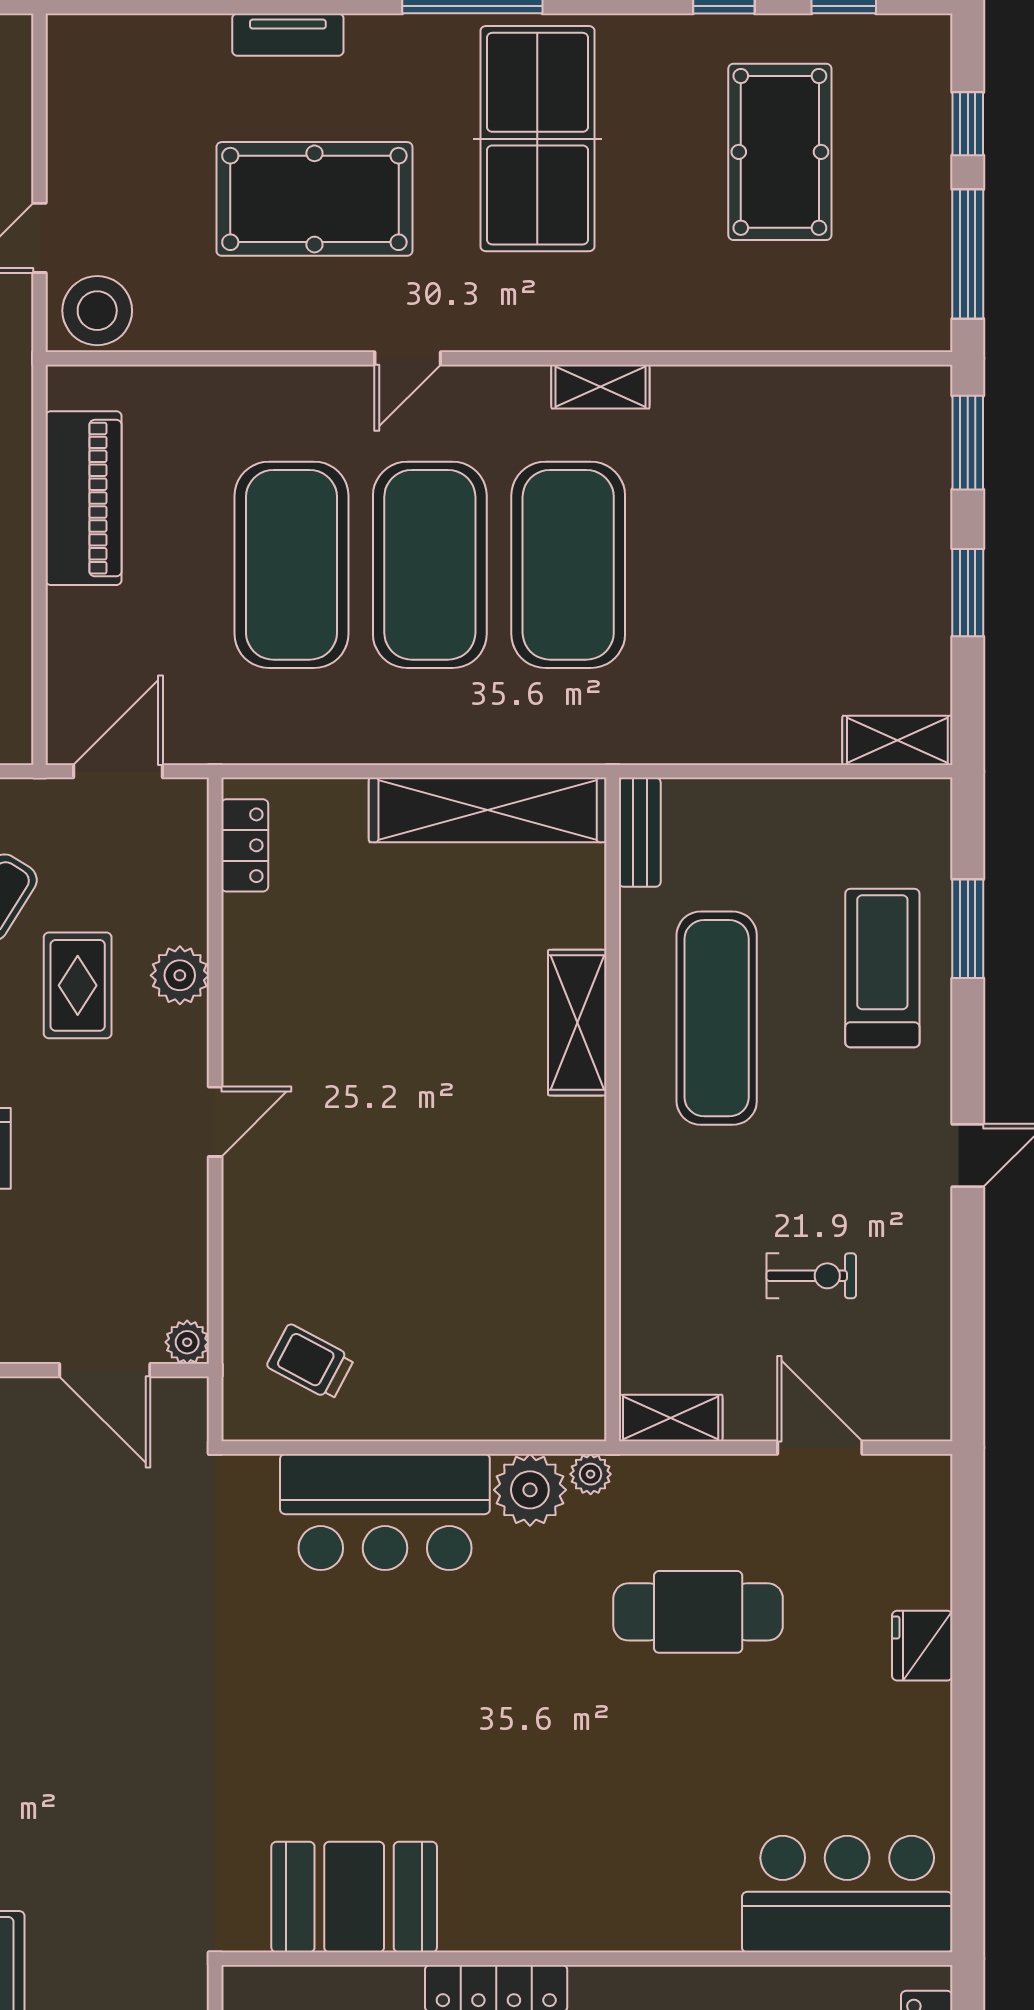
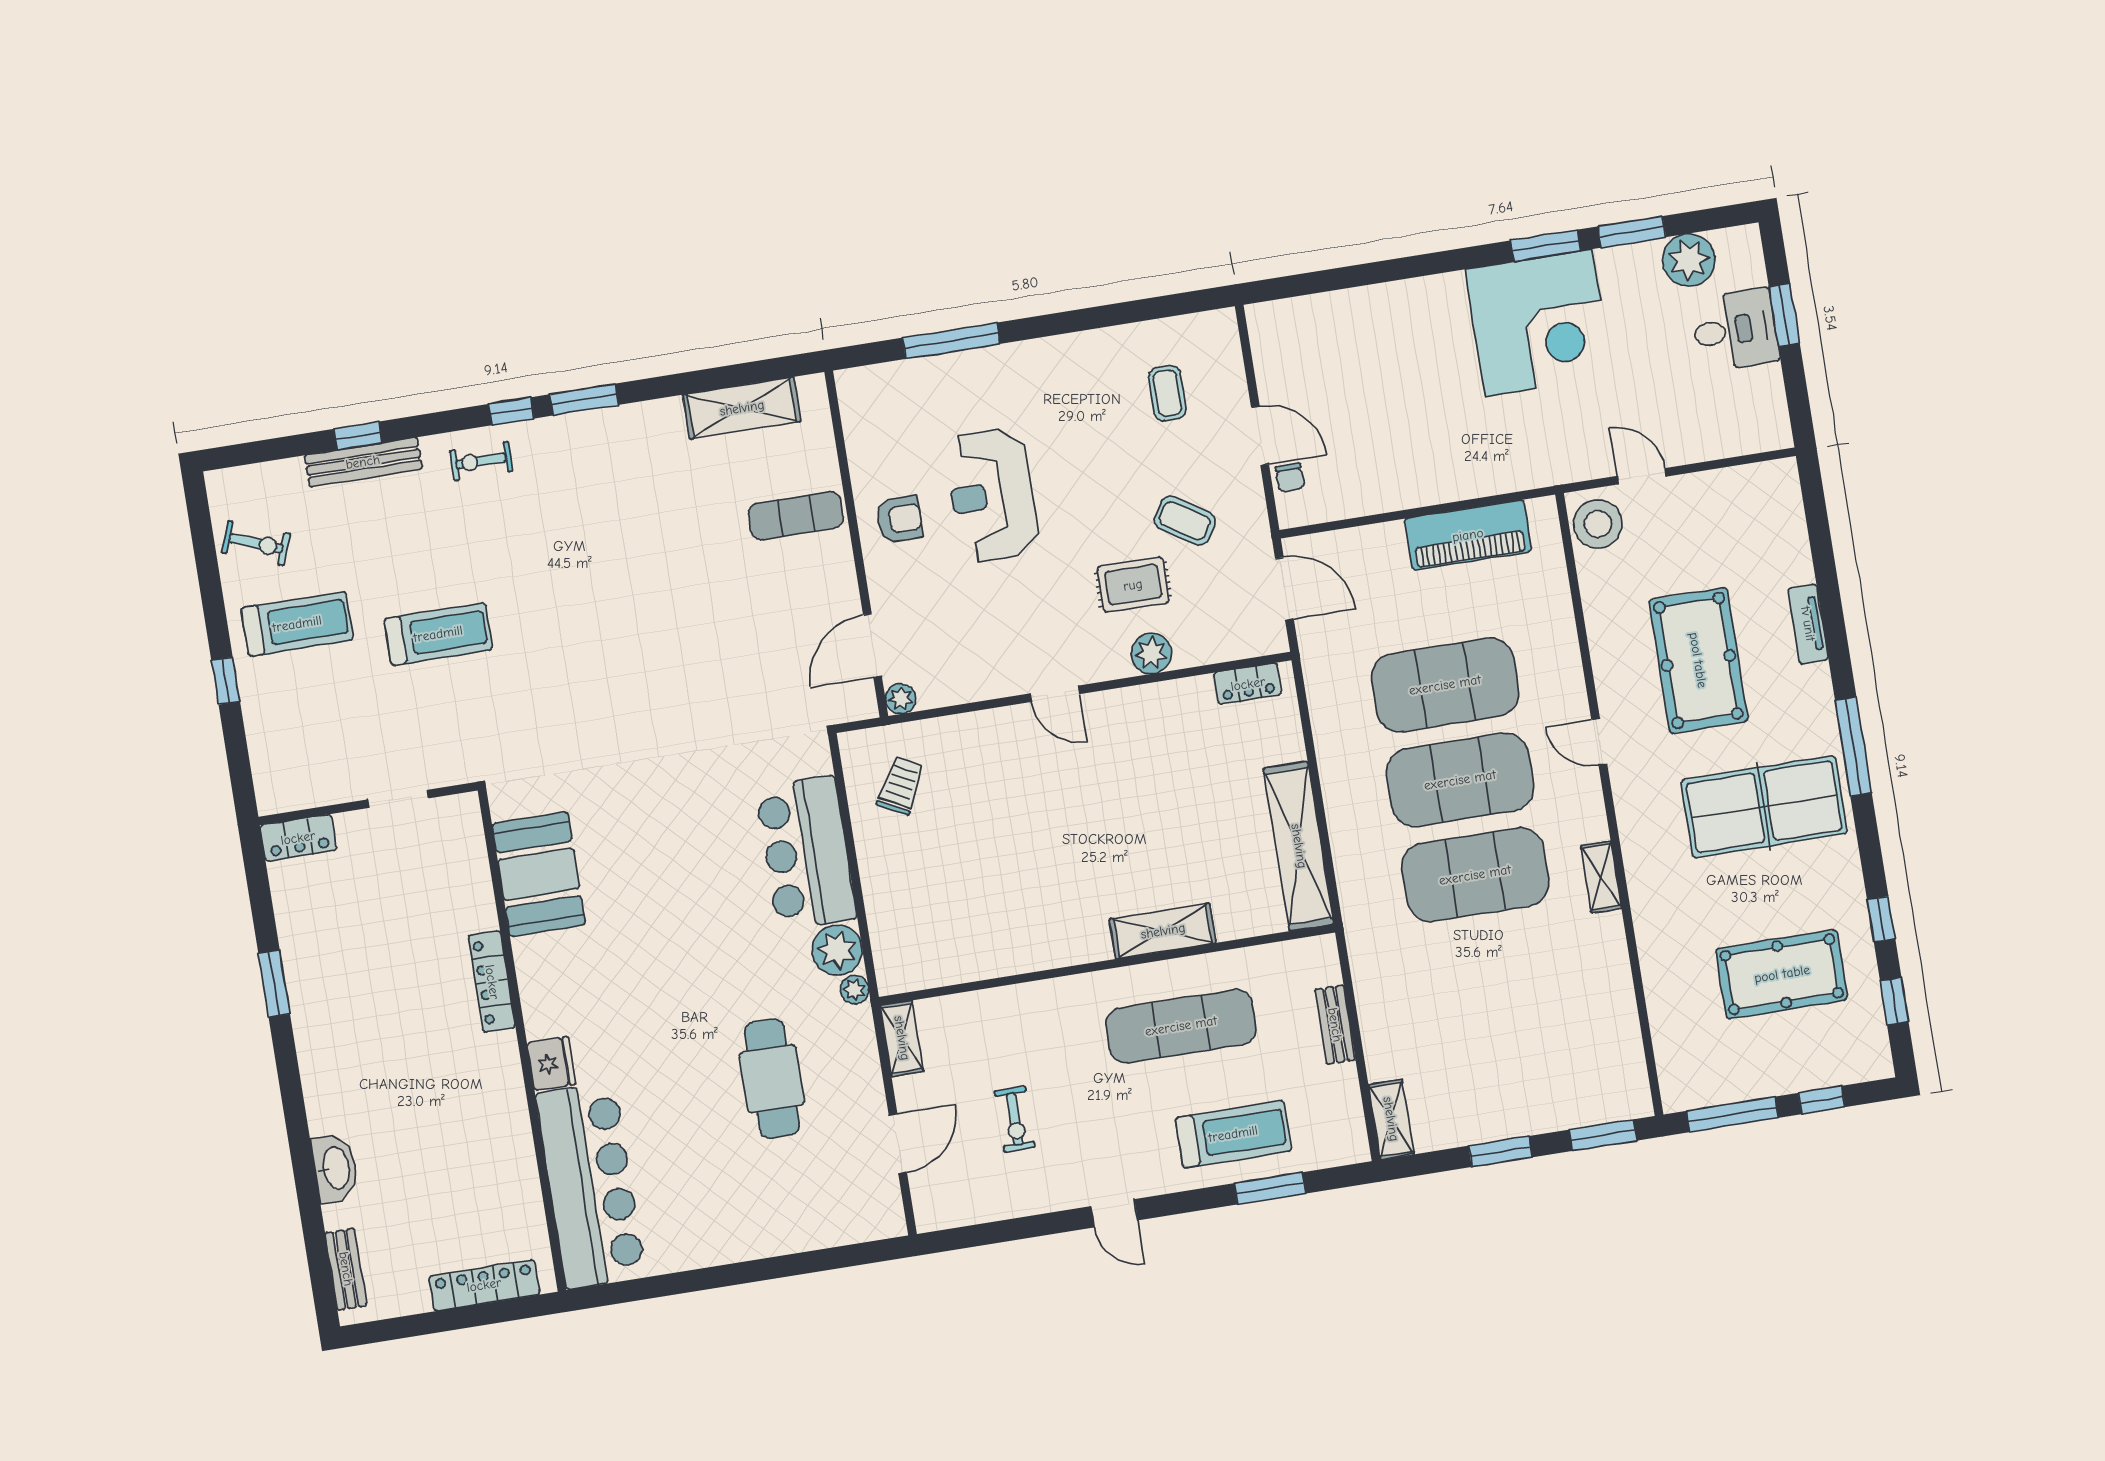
bench: (640, 832) -> (1335, 1025), moved, turned 90
fridge: (922, 1646) -> (551, 1064), moved, turned 90
bar counter: (847, 1894) -> (591, 1186), width x1.36

